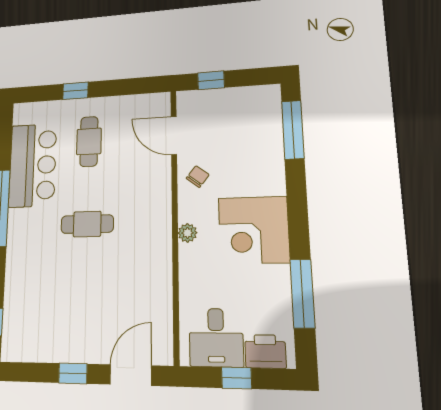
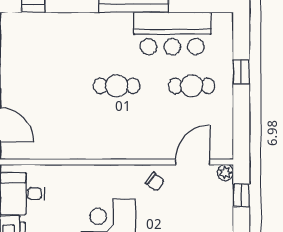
cafe table: (87, 224) -> (117, 86), turned 90
plant: (187, 233) -> (225, 172), moved

